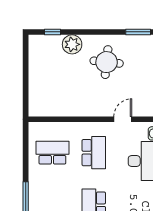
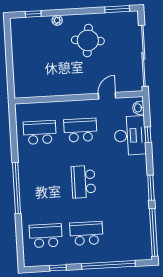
plant: (72, 44) -> (57, 20), width x0.53, depth x0.53
school desk: (94, 153) -> (80, 130), turned -90

